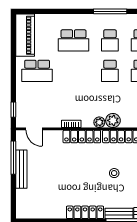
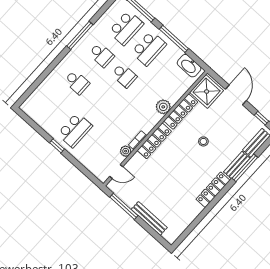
piano: (25, 35) -> (40, 115), removed
school desk: (74, 40) -> (77, 82), width x0.54
window: (13, 110) -> (57, 146), moved
plant: (99, 122) -> (126, 151), moved
bench: (21, 169) -> (149, 218), moved

